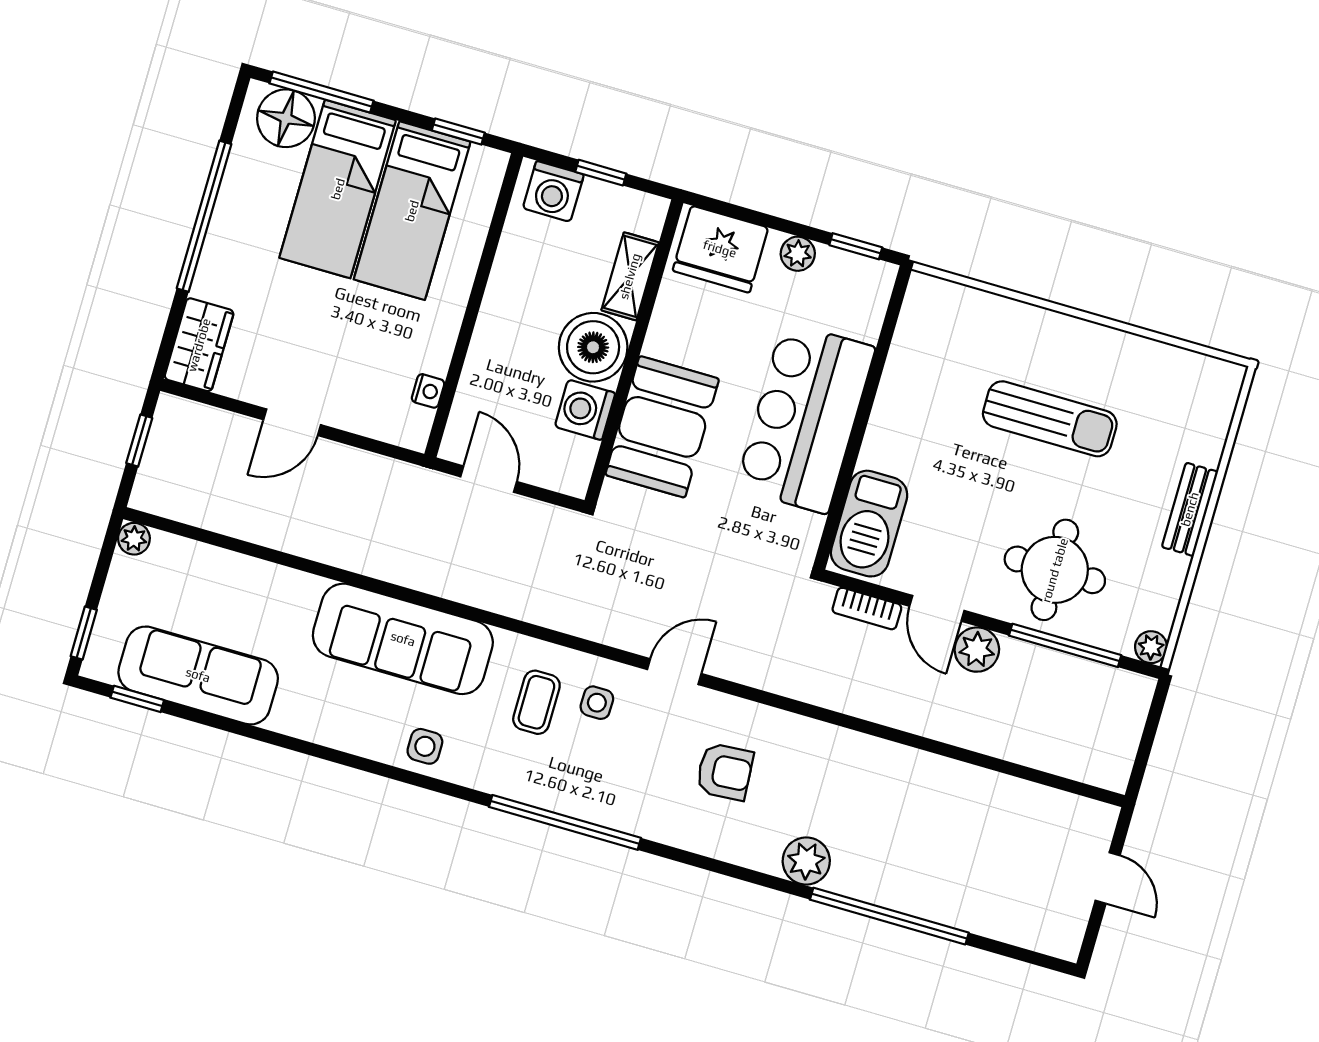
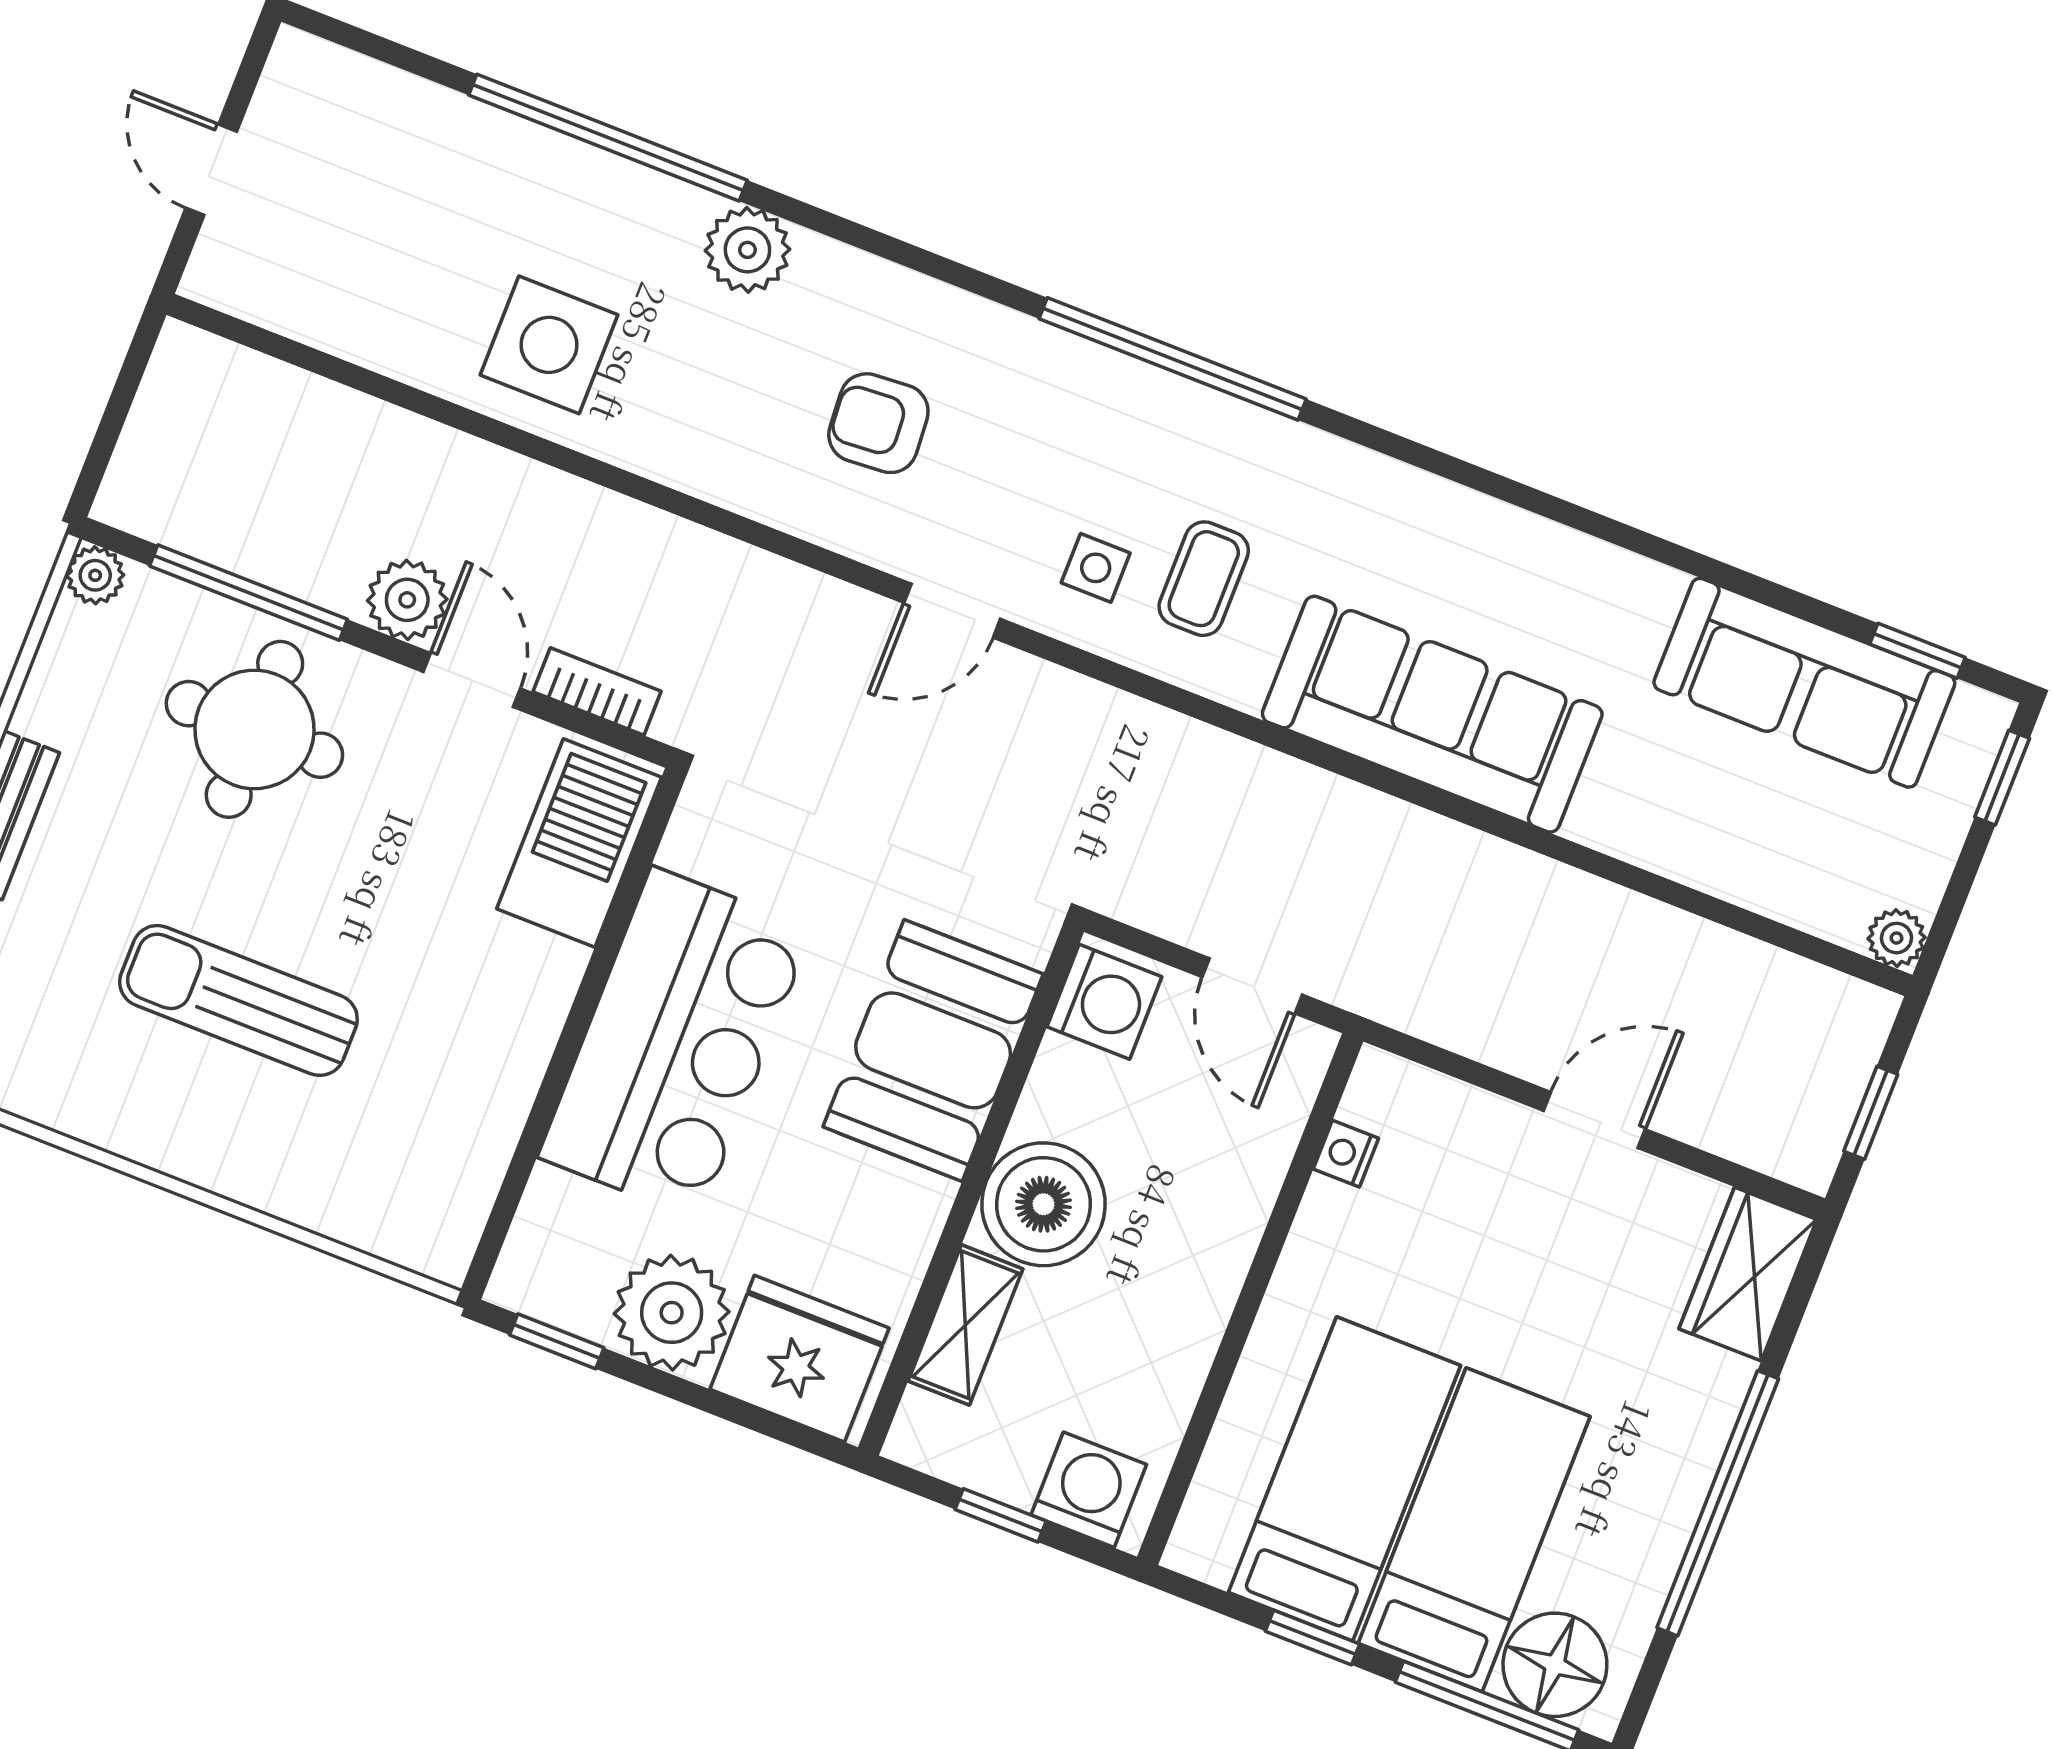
window: (458, 131) -> (1312, 1638), moved
plant: (798, 254) -> (672, 1313), width x1.87, depth x1.87
washing machine: (585, 410) -> (1104, 1002), moved
side table: (425, 746) -> (549, 345), moved, width x1.87, depth x1.87

